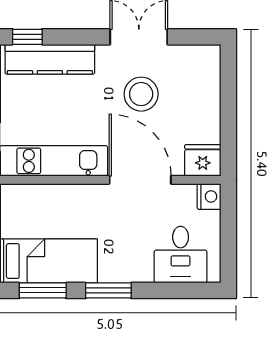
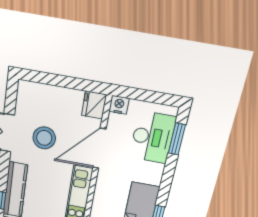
desk: (181, 255) -> (153, 137), width x1.37
window: (108, 290) -> (177, 139), moved

